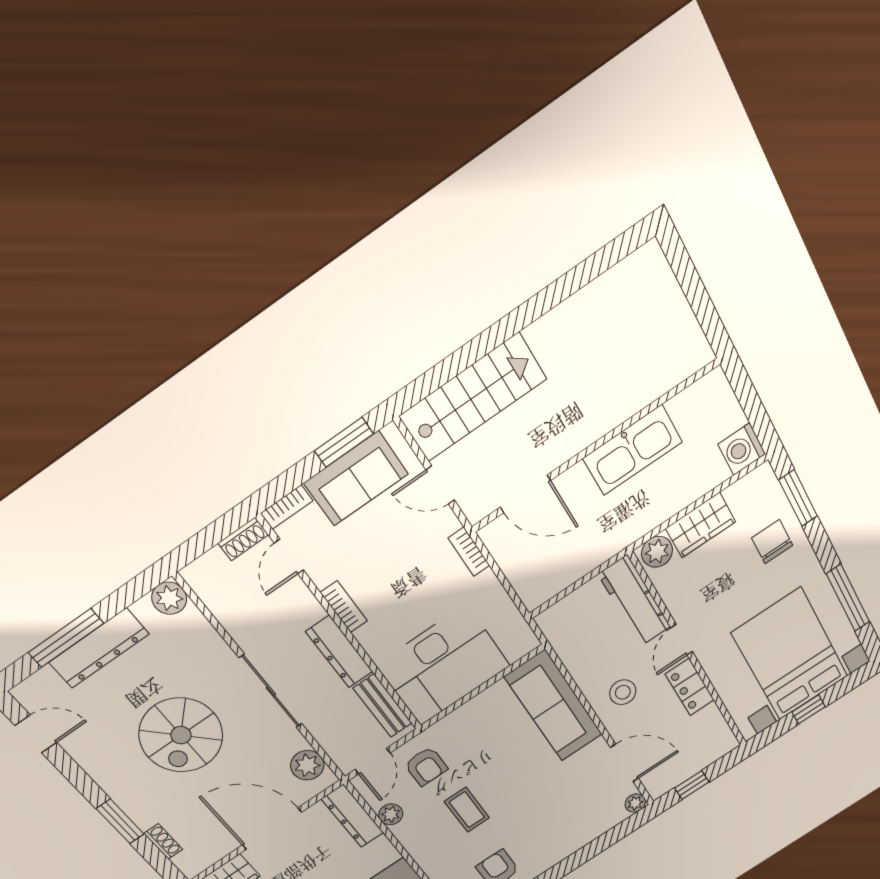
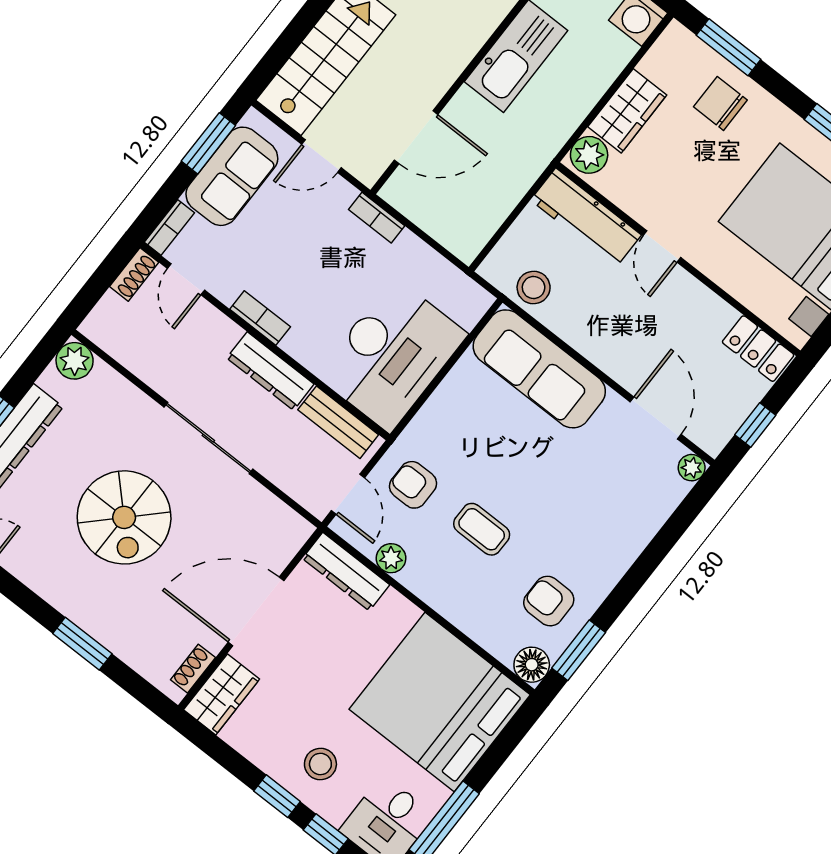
locker: (690, 687) -> (758, 349), moved
stool: (623, 692) -> (534, 288), moved
door: (624, 763) -> (656, 418), hinge flipped
plant: (307, 765) -> (274, 519), removed
armchair: (426, 766) -> (413, 485), turned 180
shoe rack: (163, 841) -> (193, 669), moved, turned -90

